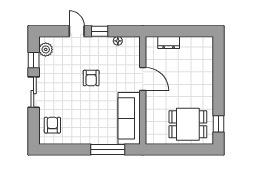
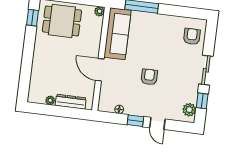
plant: (190, 41) -> (50, 100), added
dresser: (169, 42) -> (71, 102), width x1.44
armchair: (52, 125) -> (192, 36), turned 180
plant: (151, 139) -> (100, 11), added

